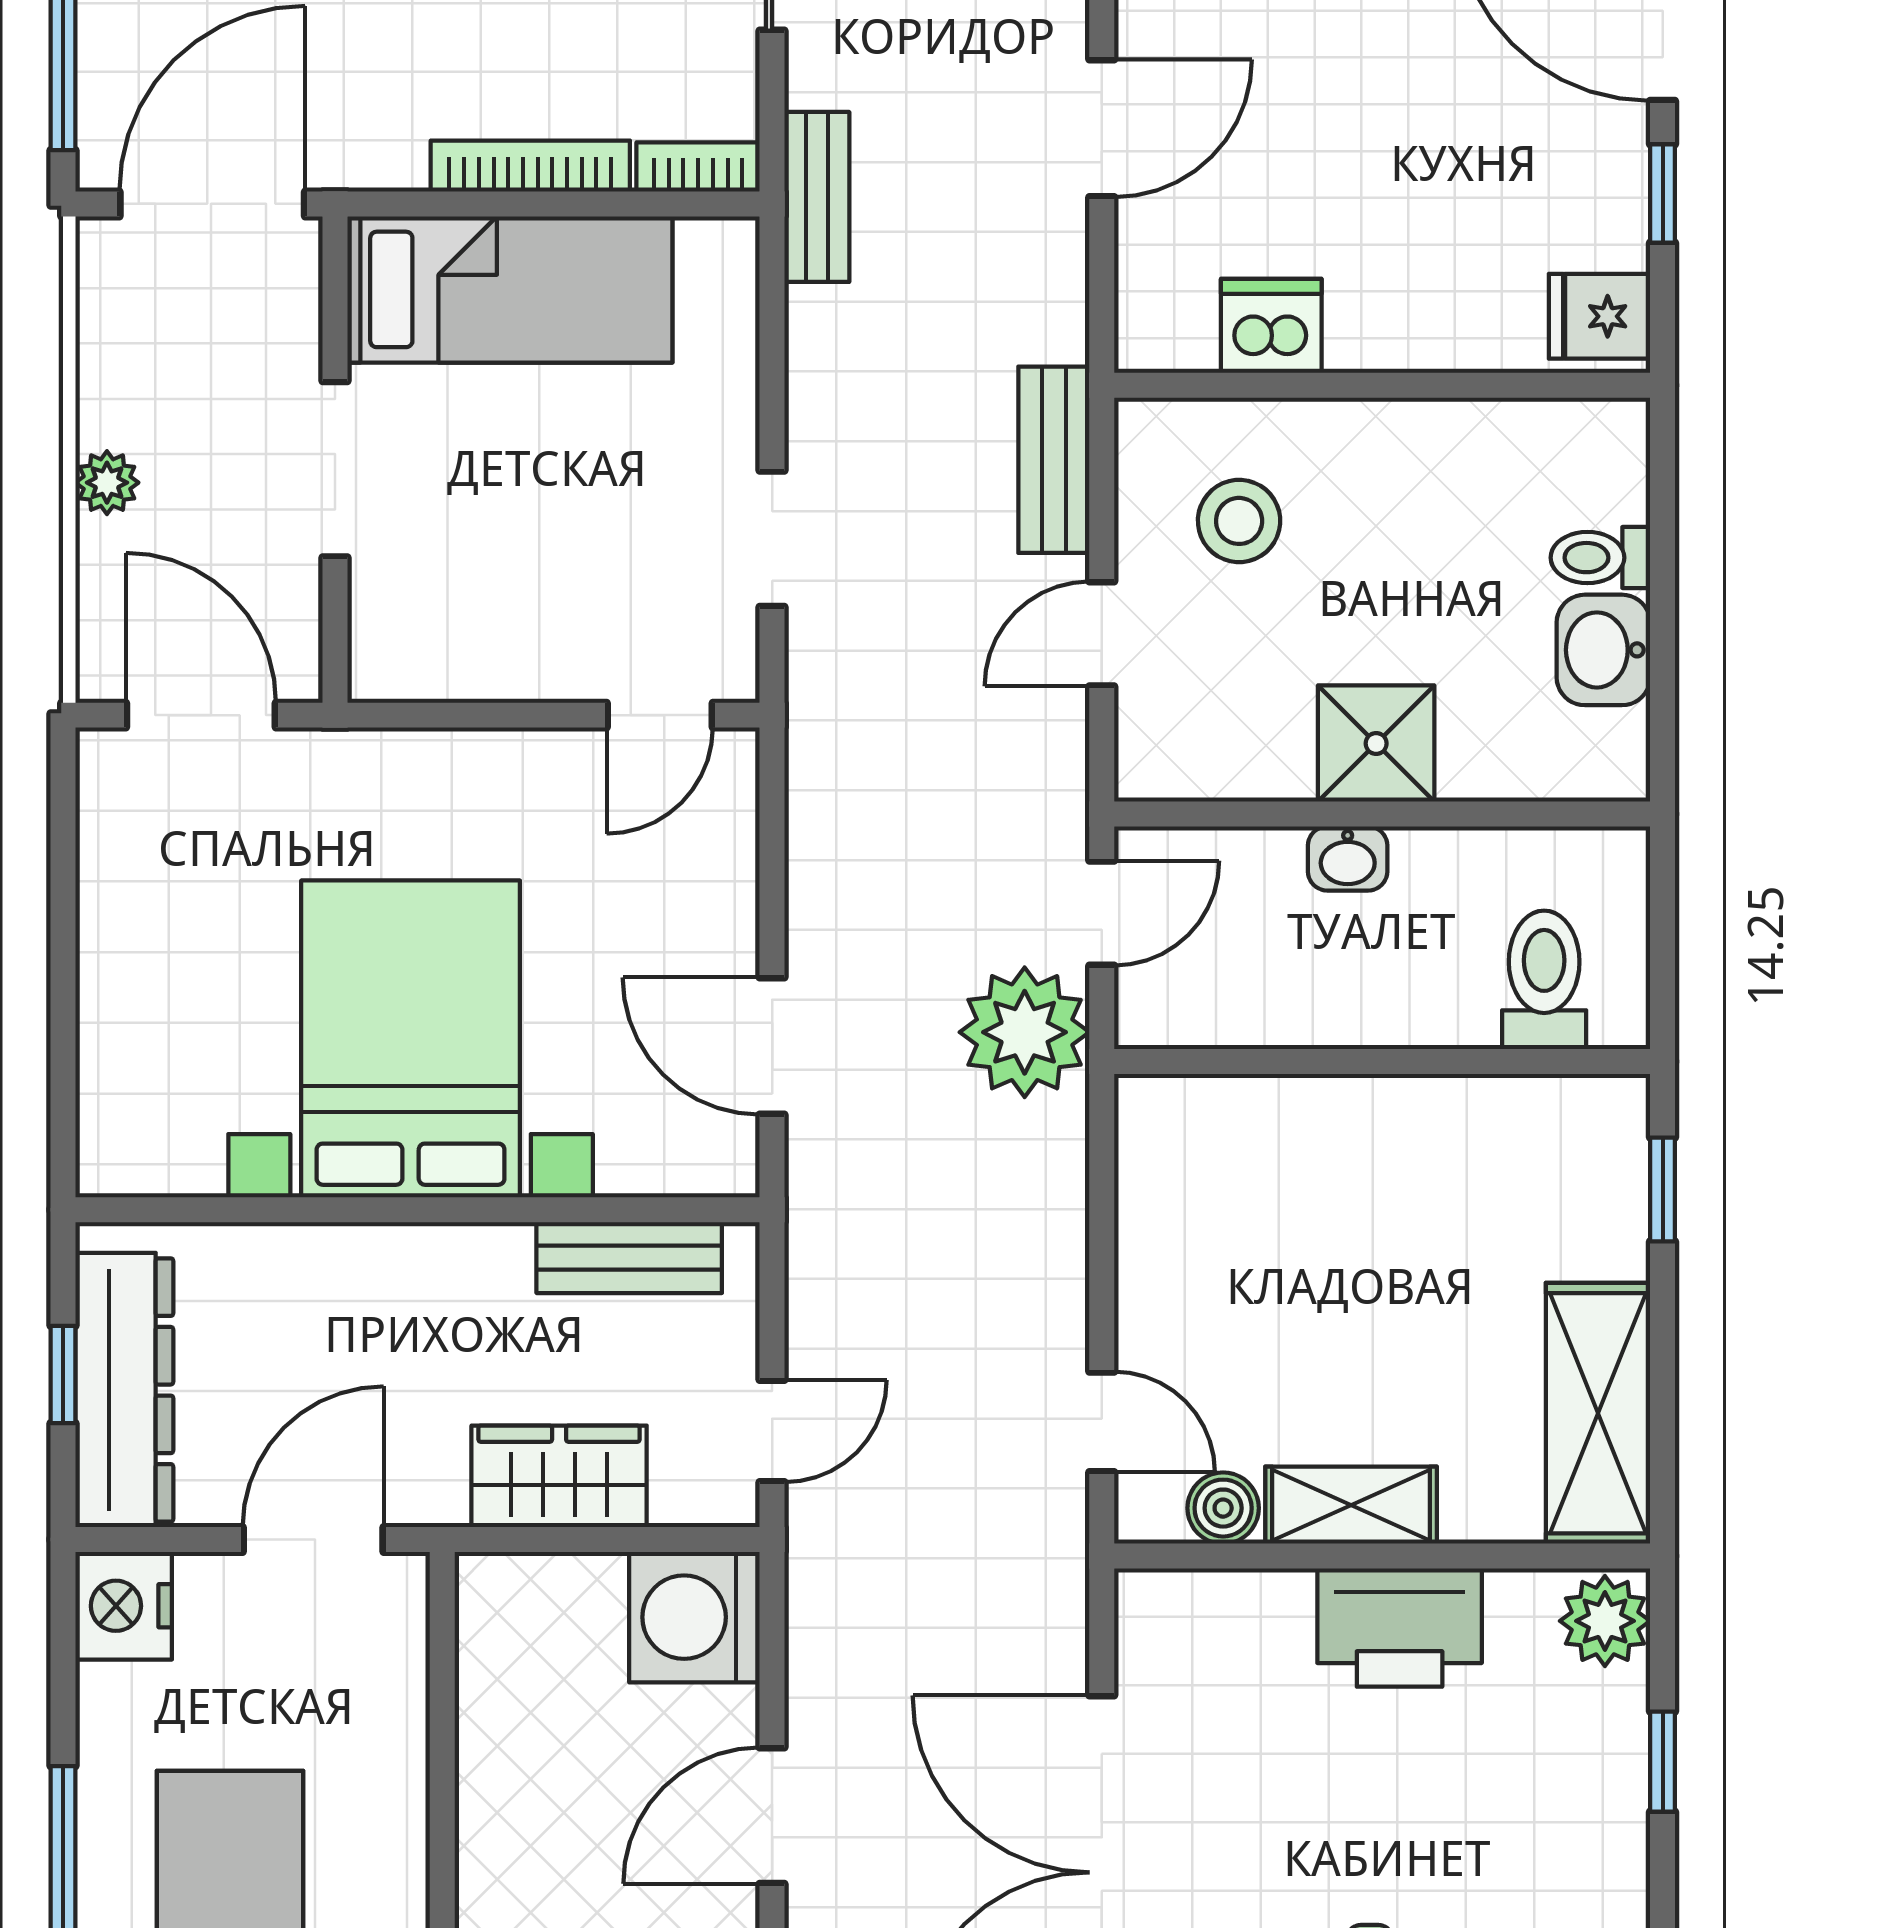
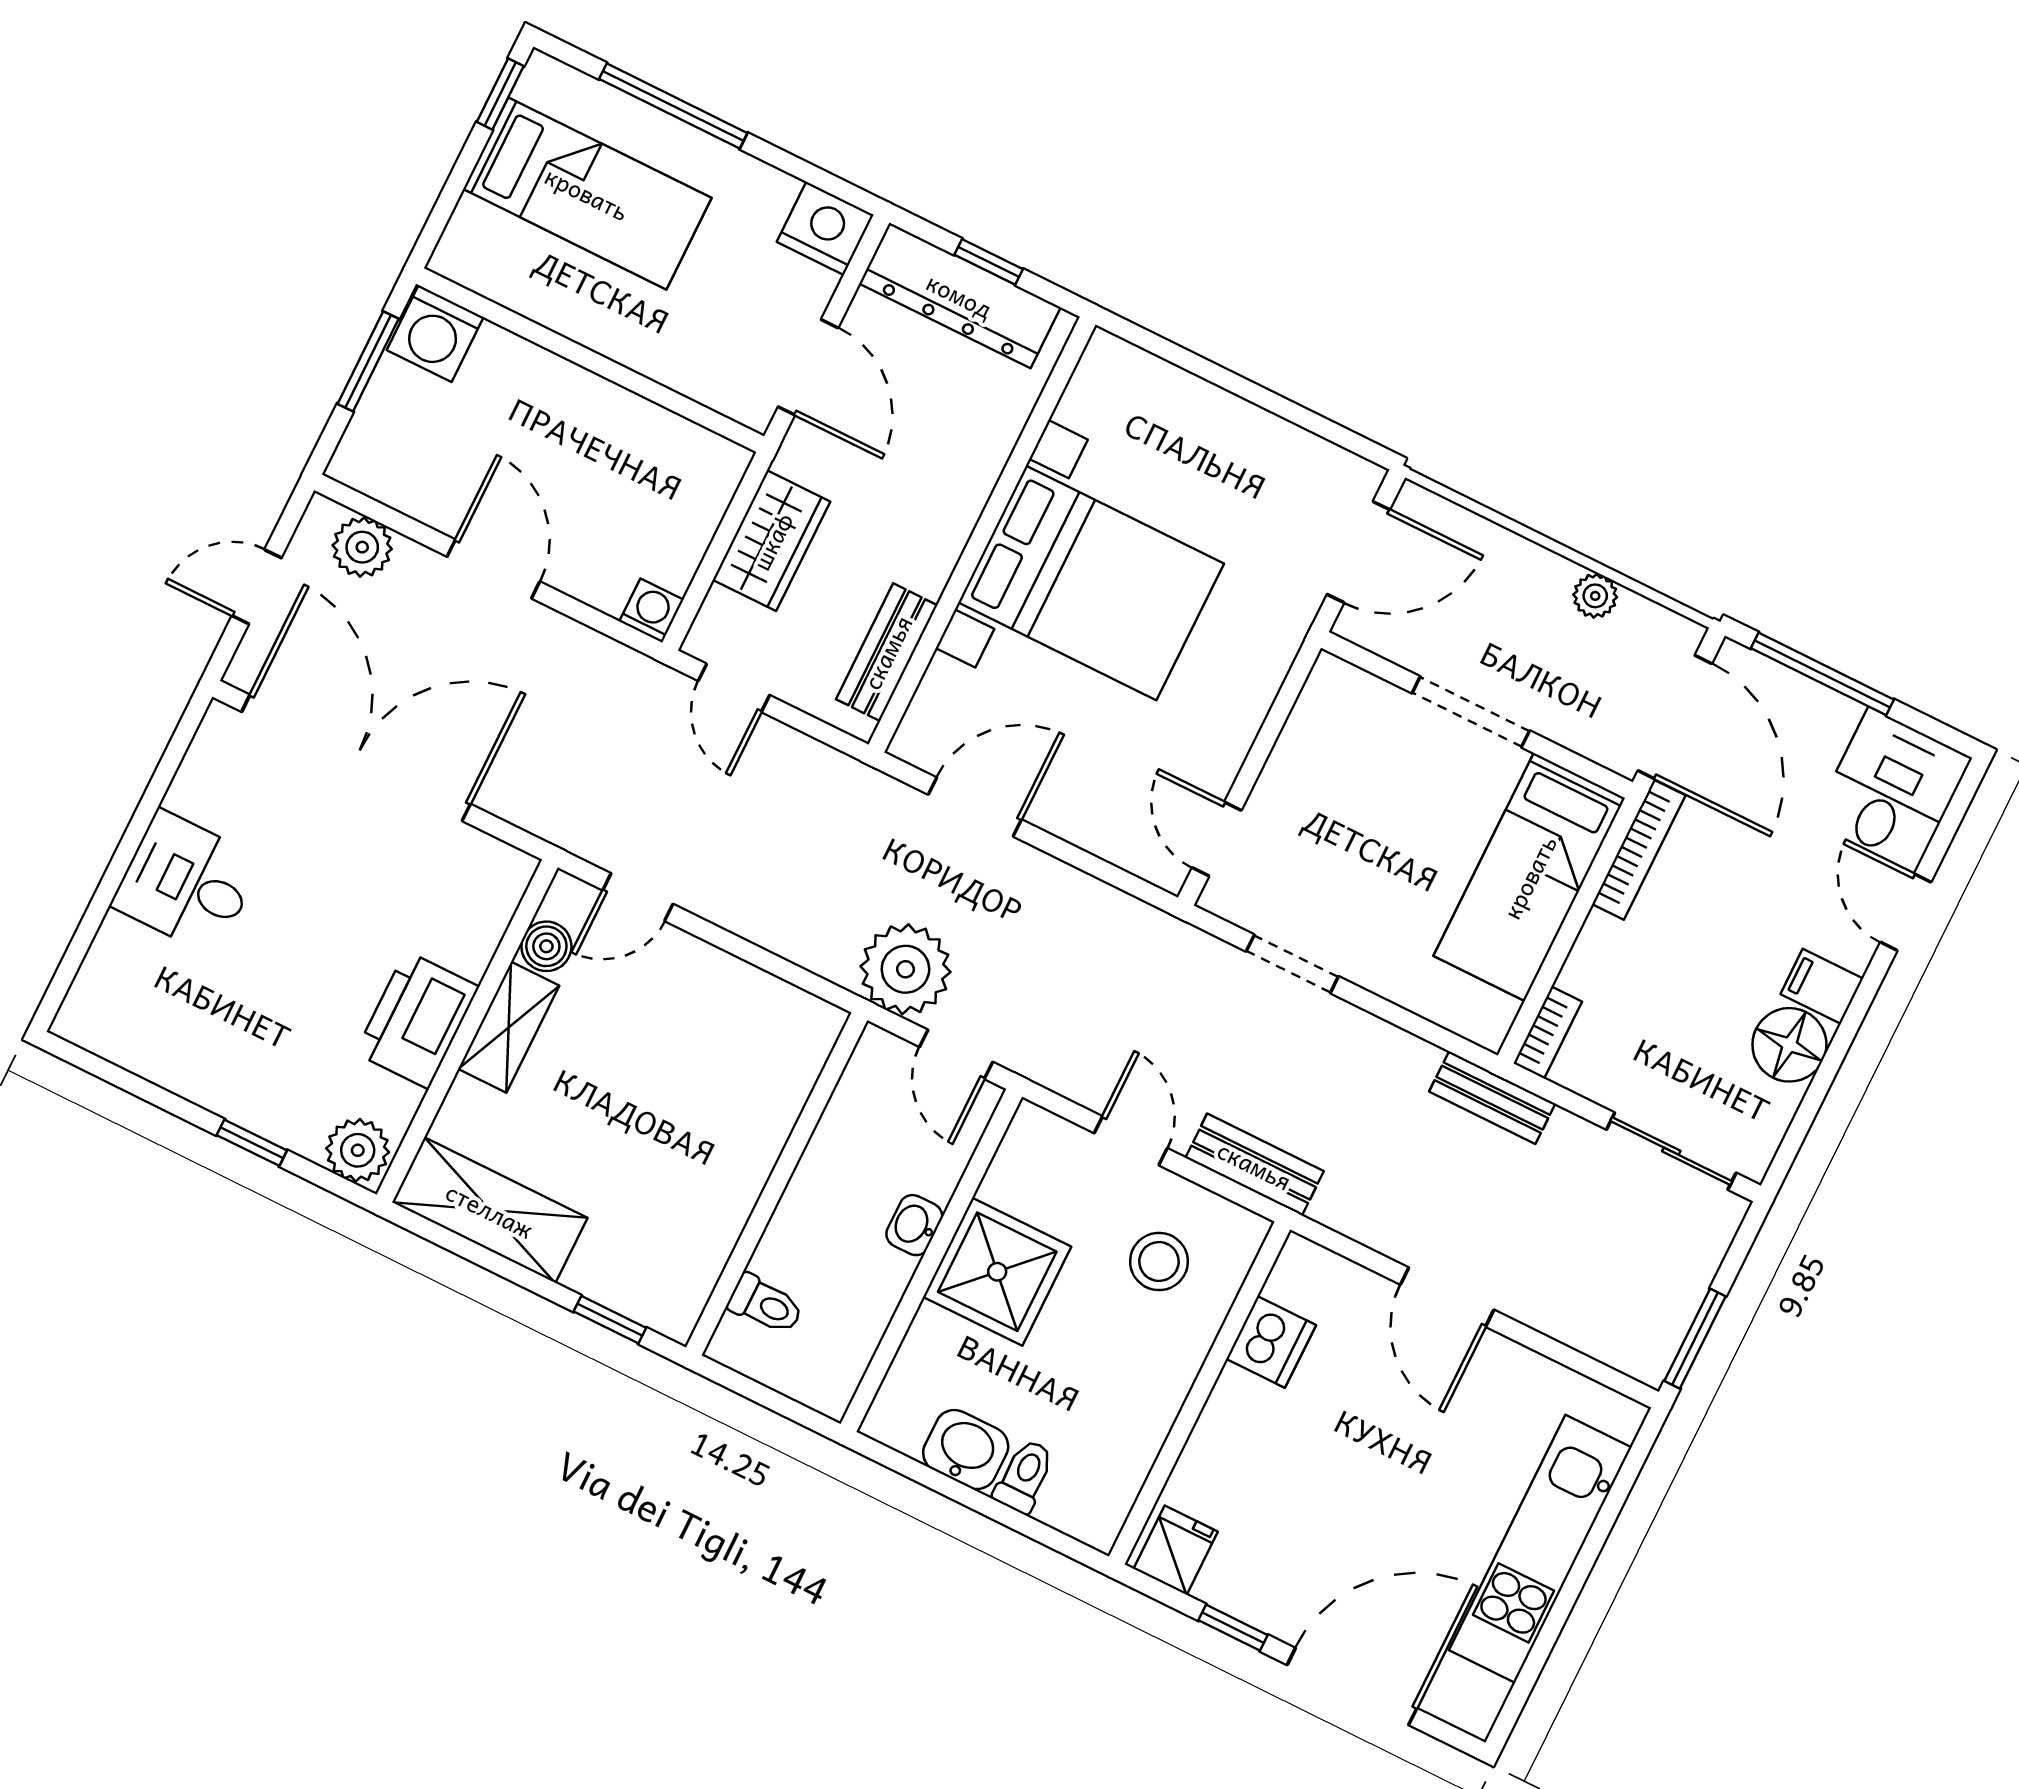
bookcase: (530, 166) -> (1639, 850), moved
plant: (107, 483) -> (1595, 596), moved
shower: (1376, 743) -> (997, 1272), width x1.36, depth x1.36
toilet: (1544, 980) -> (766, 1305), width x0.73, depth x0.72
washing machine: (694, 1617) -> (651, 611), width x0.53, depth x0.53

